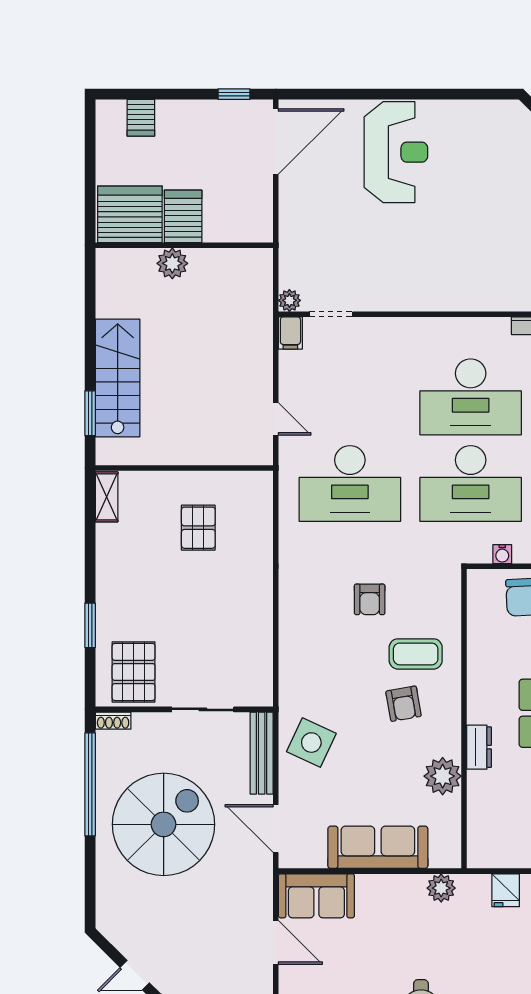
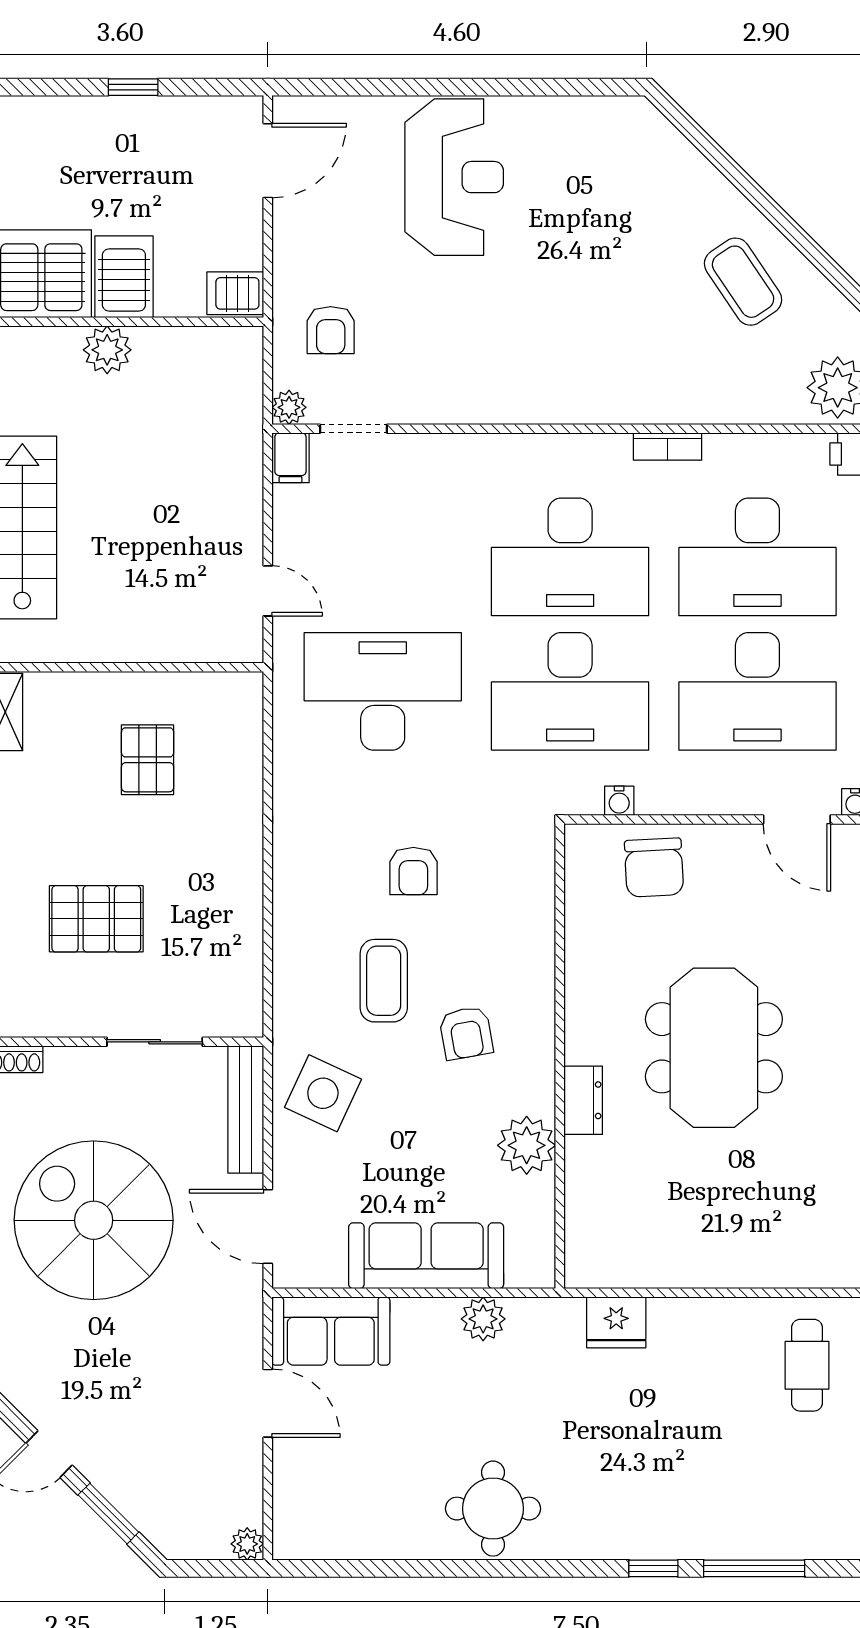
window: (234, 94) -> (133, 87), moved
server rack: (141, 118) -> (235, 293), moved, turned 90
door: (276, 141) -> (268, 161), width x0.73
armchair: (316, 251) -> (331, 330), added
desk: (350, 484) -> (383, 691), turned 180
coffee table: (416, 654) -> (384, 981), moved, turned 90
pallet: (134, 672) -> (96, 919), moved, turned 90
spiral stairs: (164, 824) -> (94, 1220), turned -90
plant: (441, 888) -> (483, 1319), moved
fridge: (506, 890) -> (616, 1322), width x1.38

